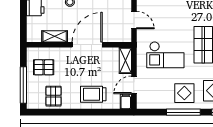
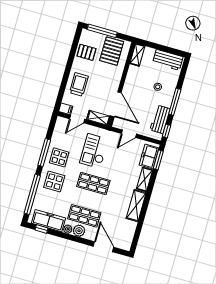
shelving: (55, 36) -> (137, 55), moved
door: (87, 45) -> (116, 104), moved
pallet: (44, 67) -> (112, 51), width x1.50, depth x1.42
door: (134, 85) -> (77, 119), swing flipped

